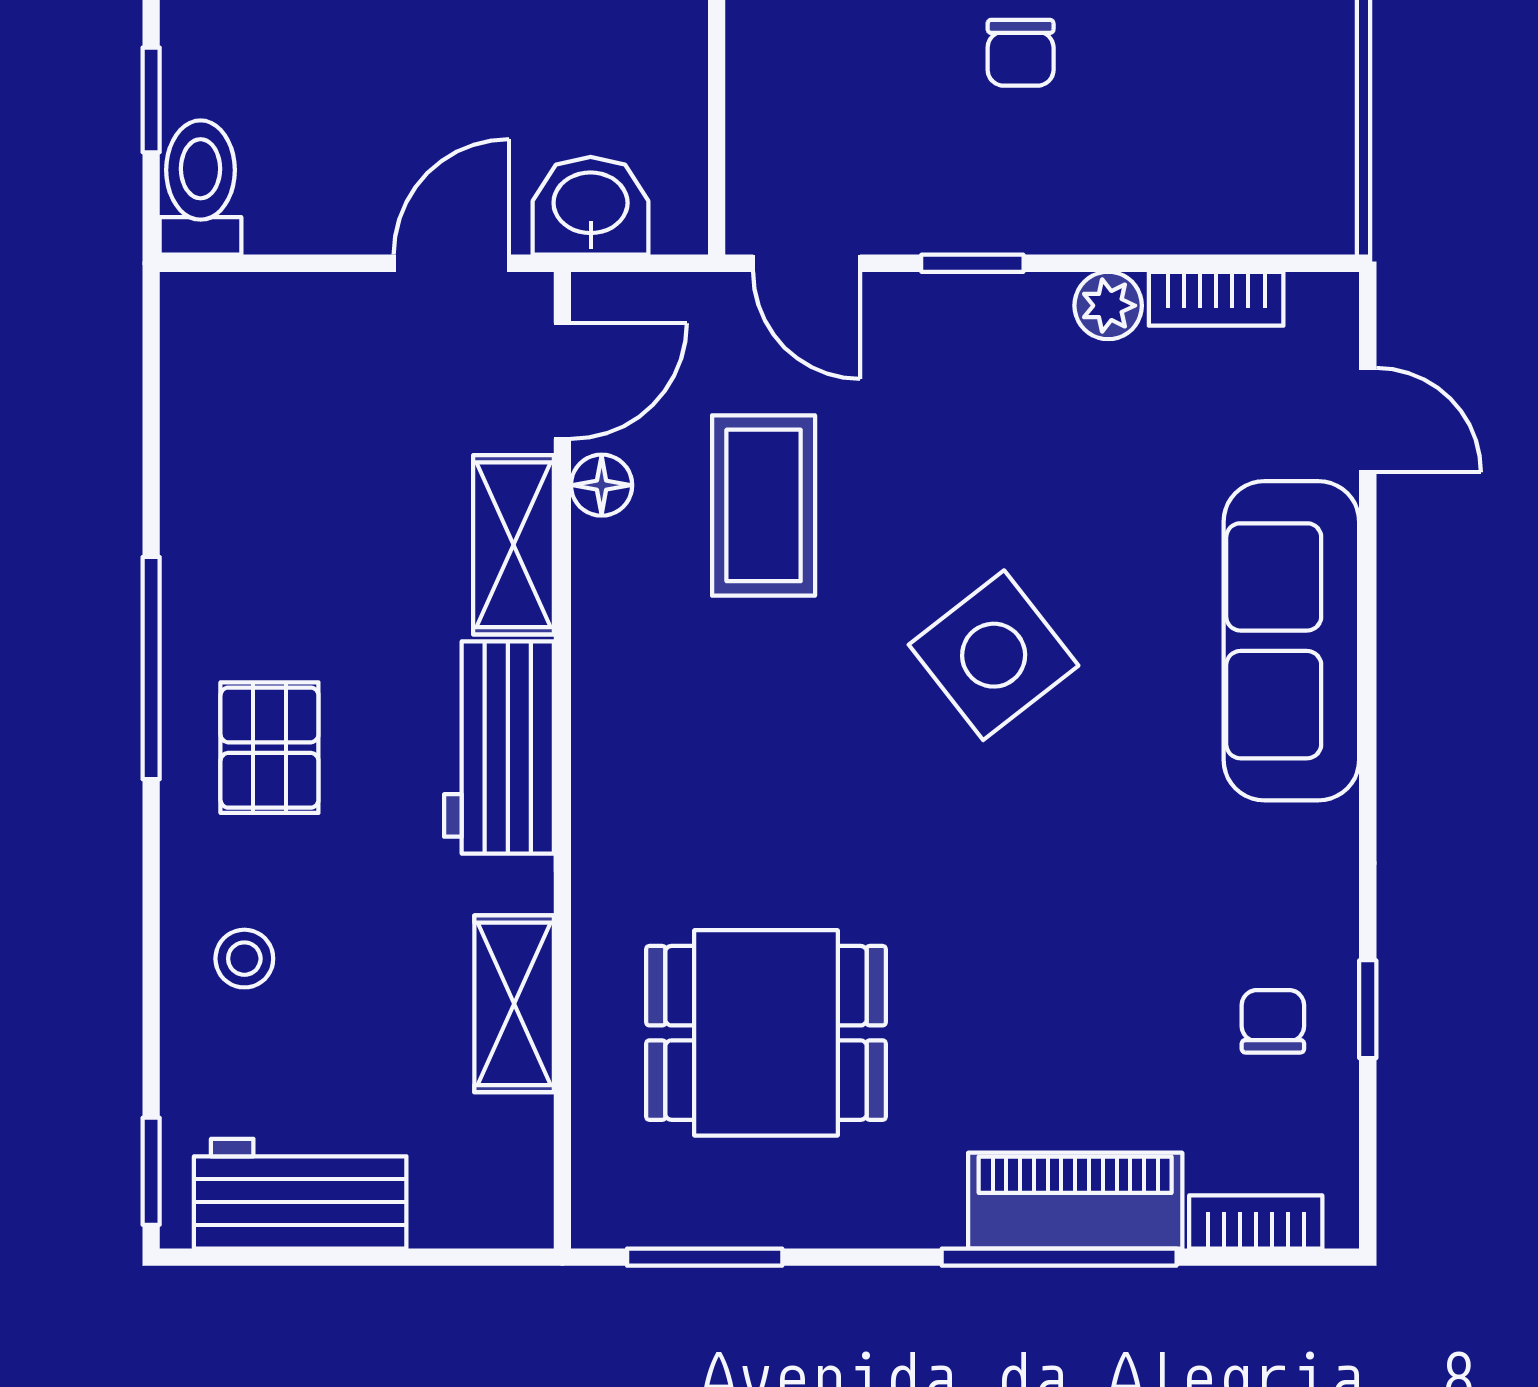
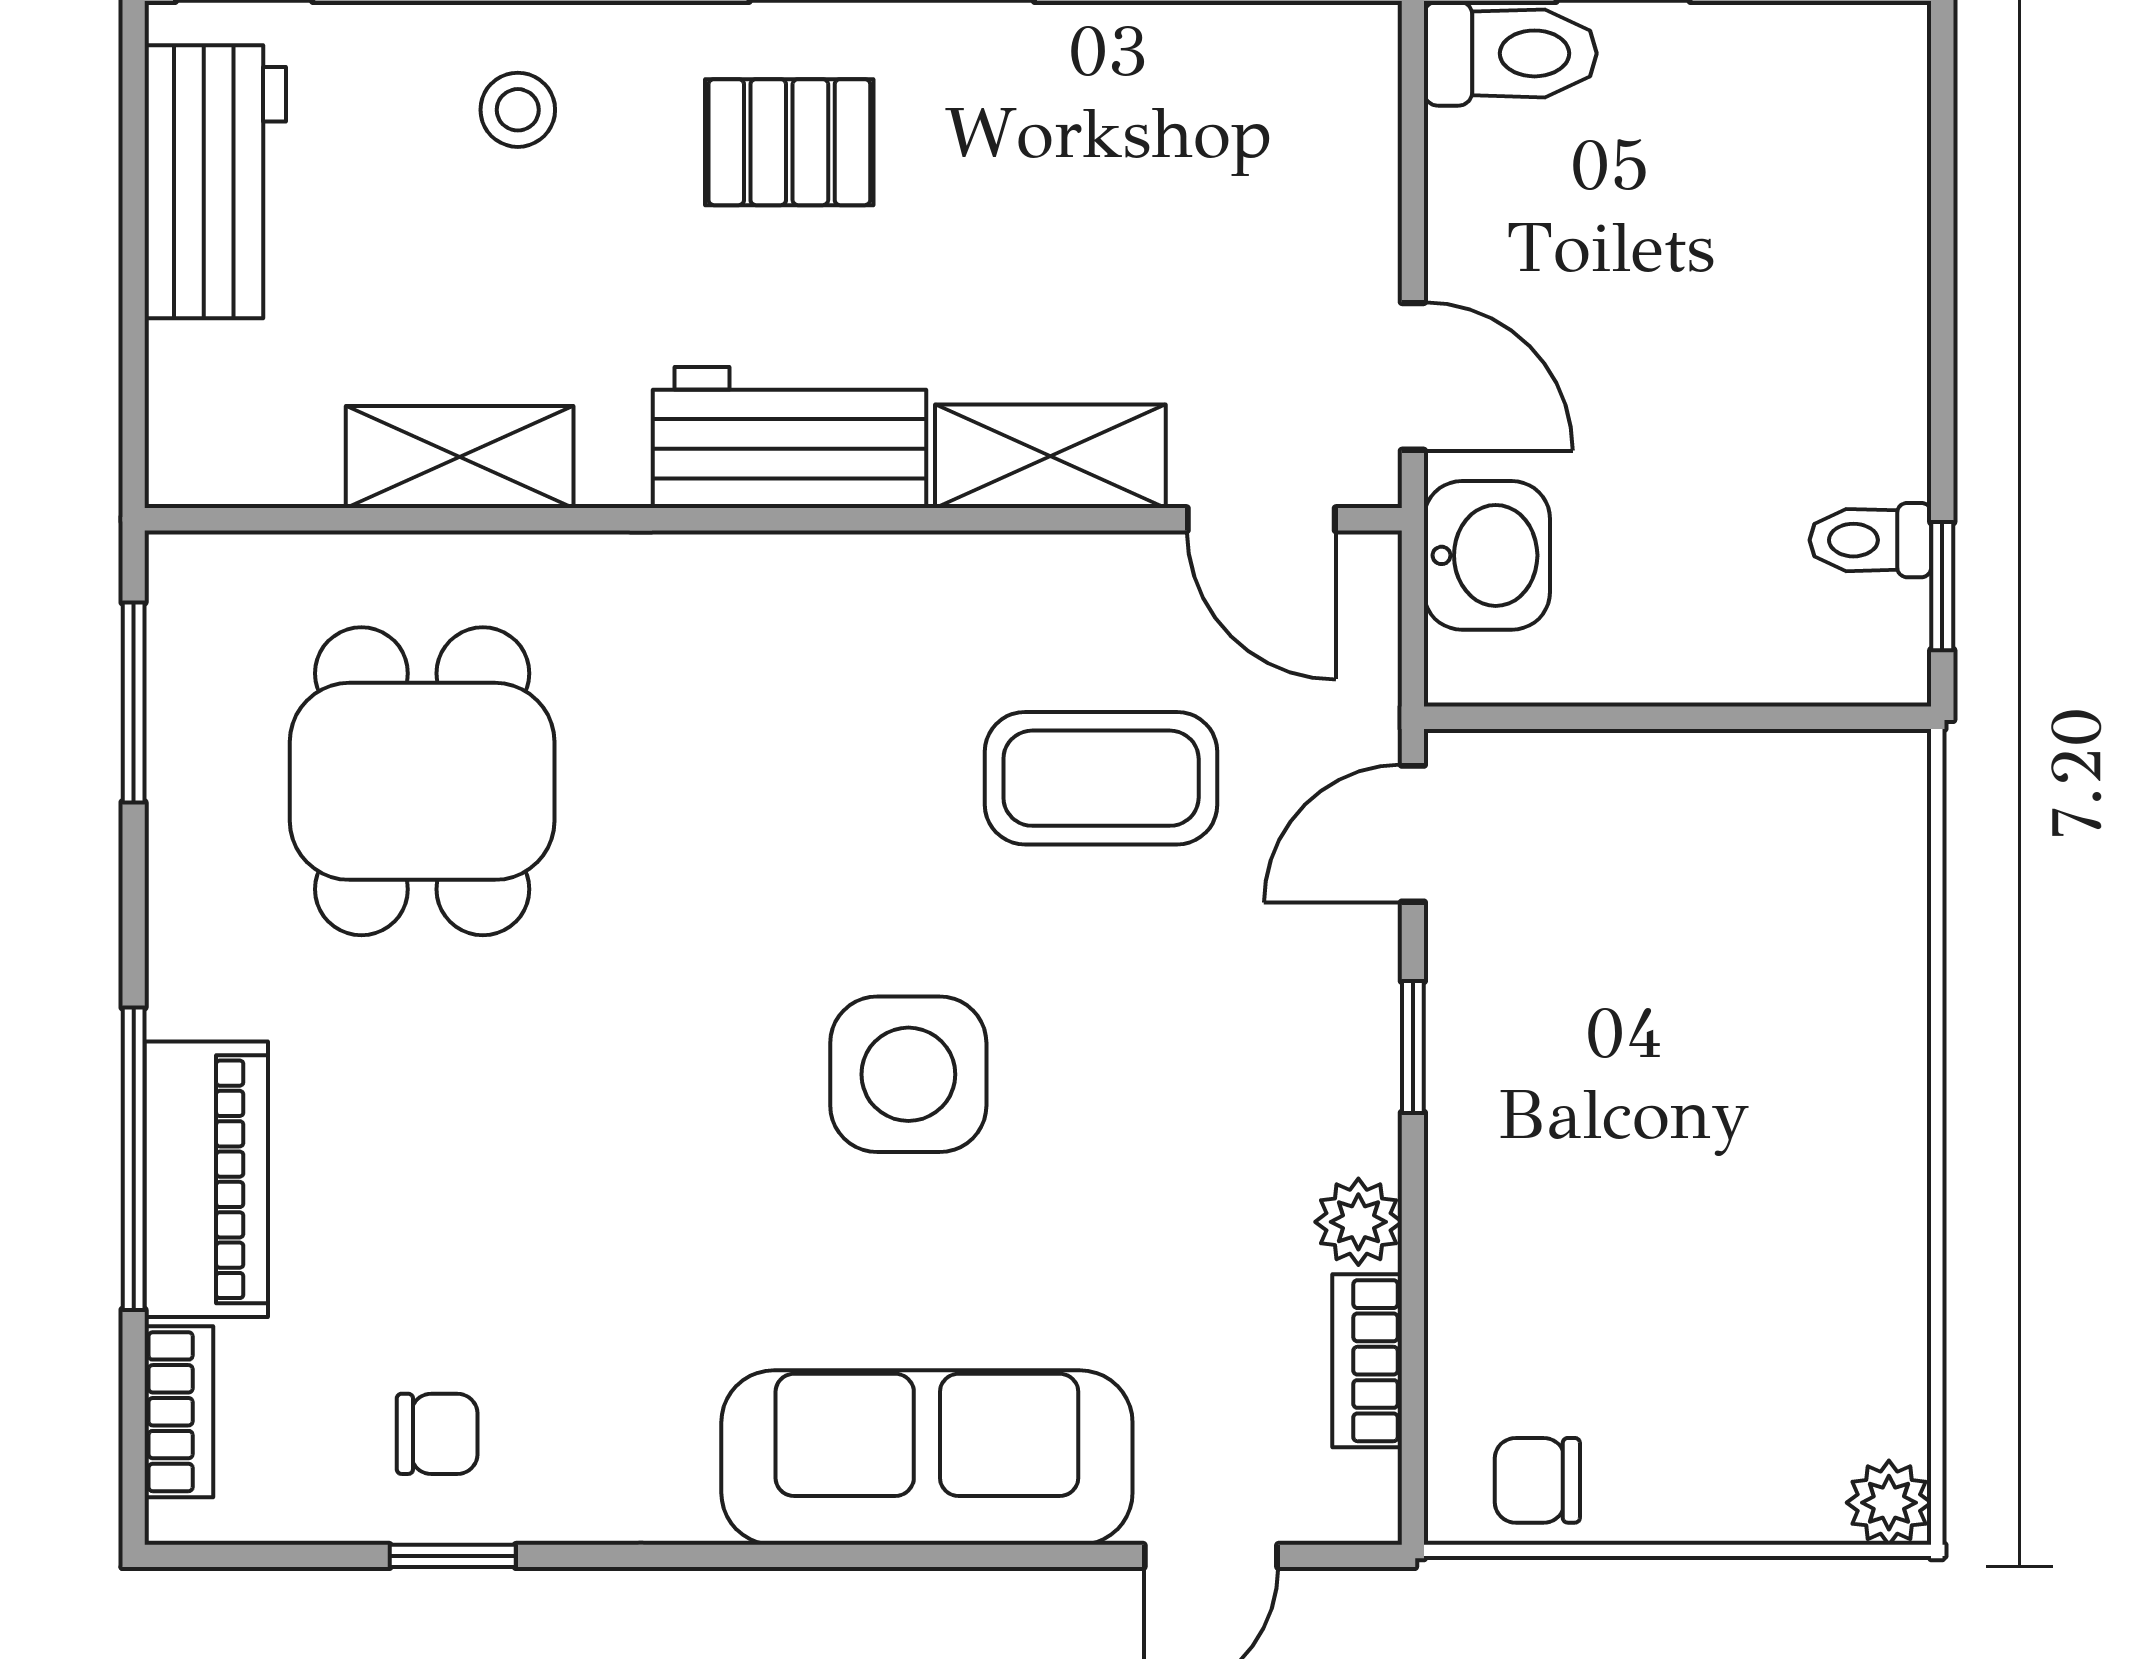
chair: (1021, 53) -> (1537, 1480), moved
floor lamp: (602, 485) -> (1127, 570), removed
side table: (994, 655) -> (908, 1074), turned 38

